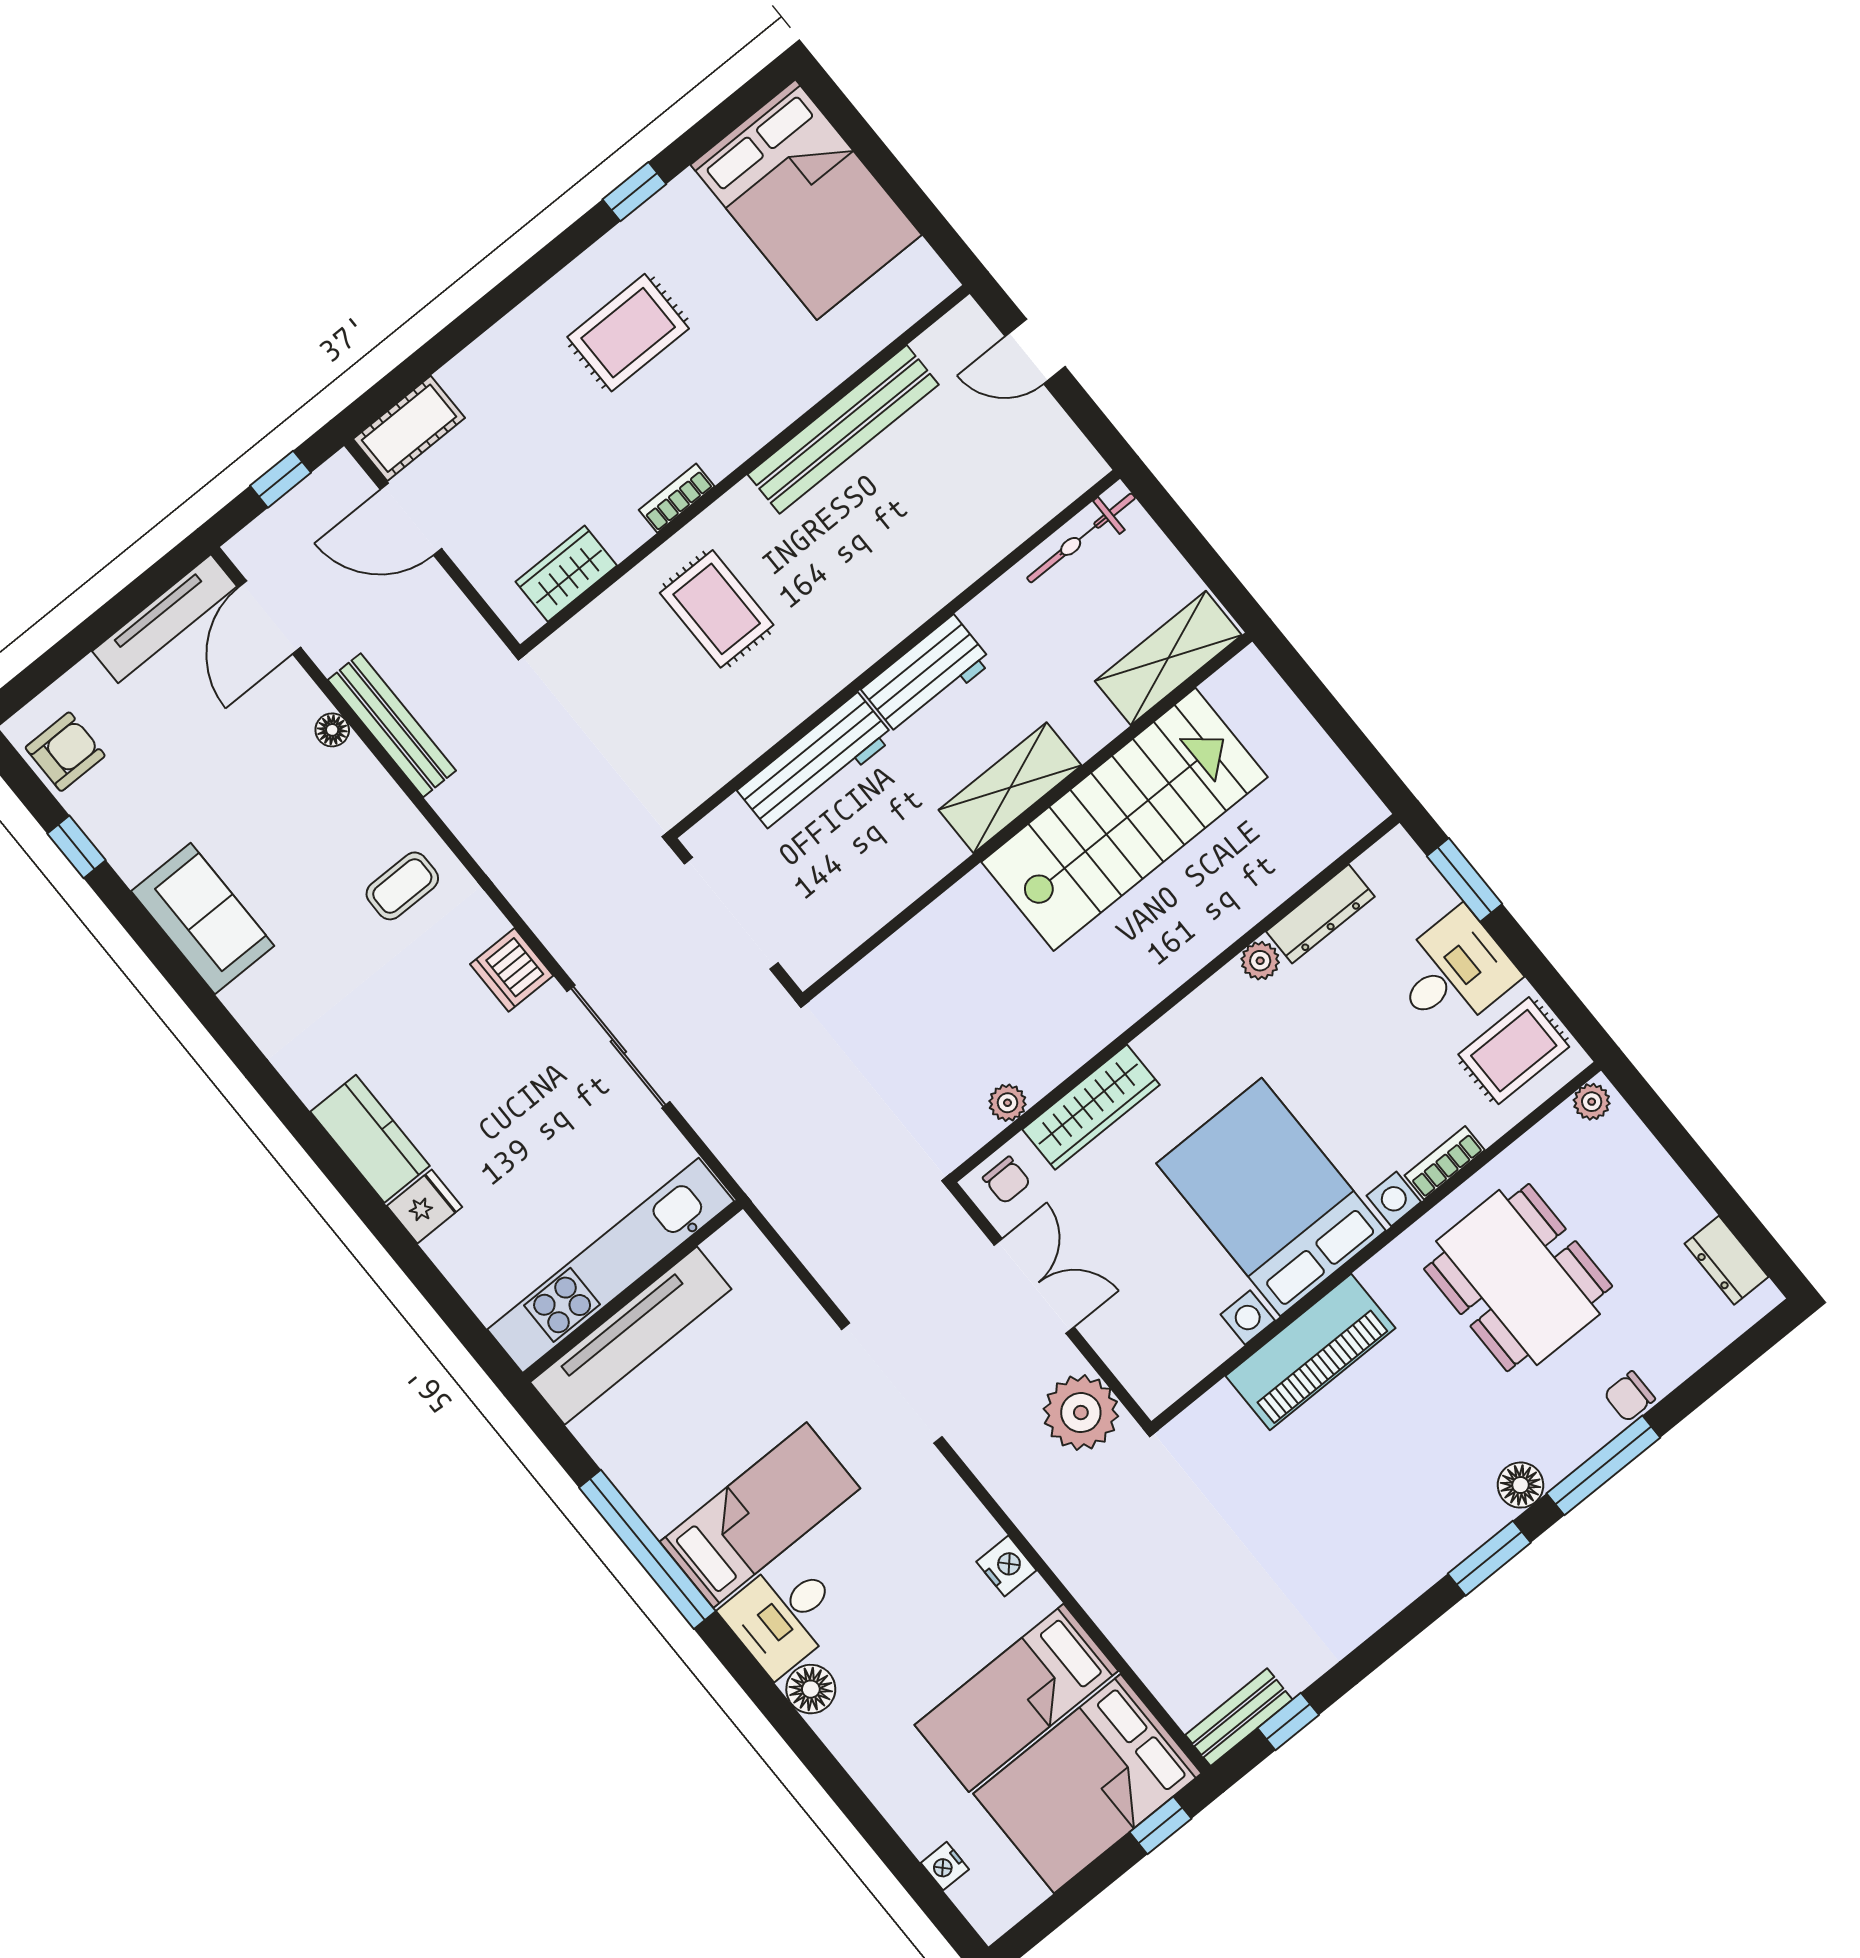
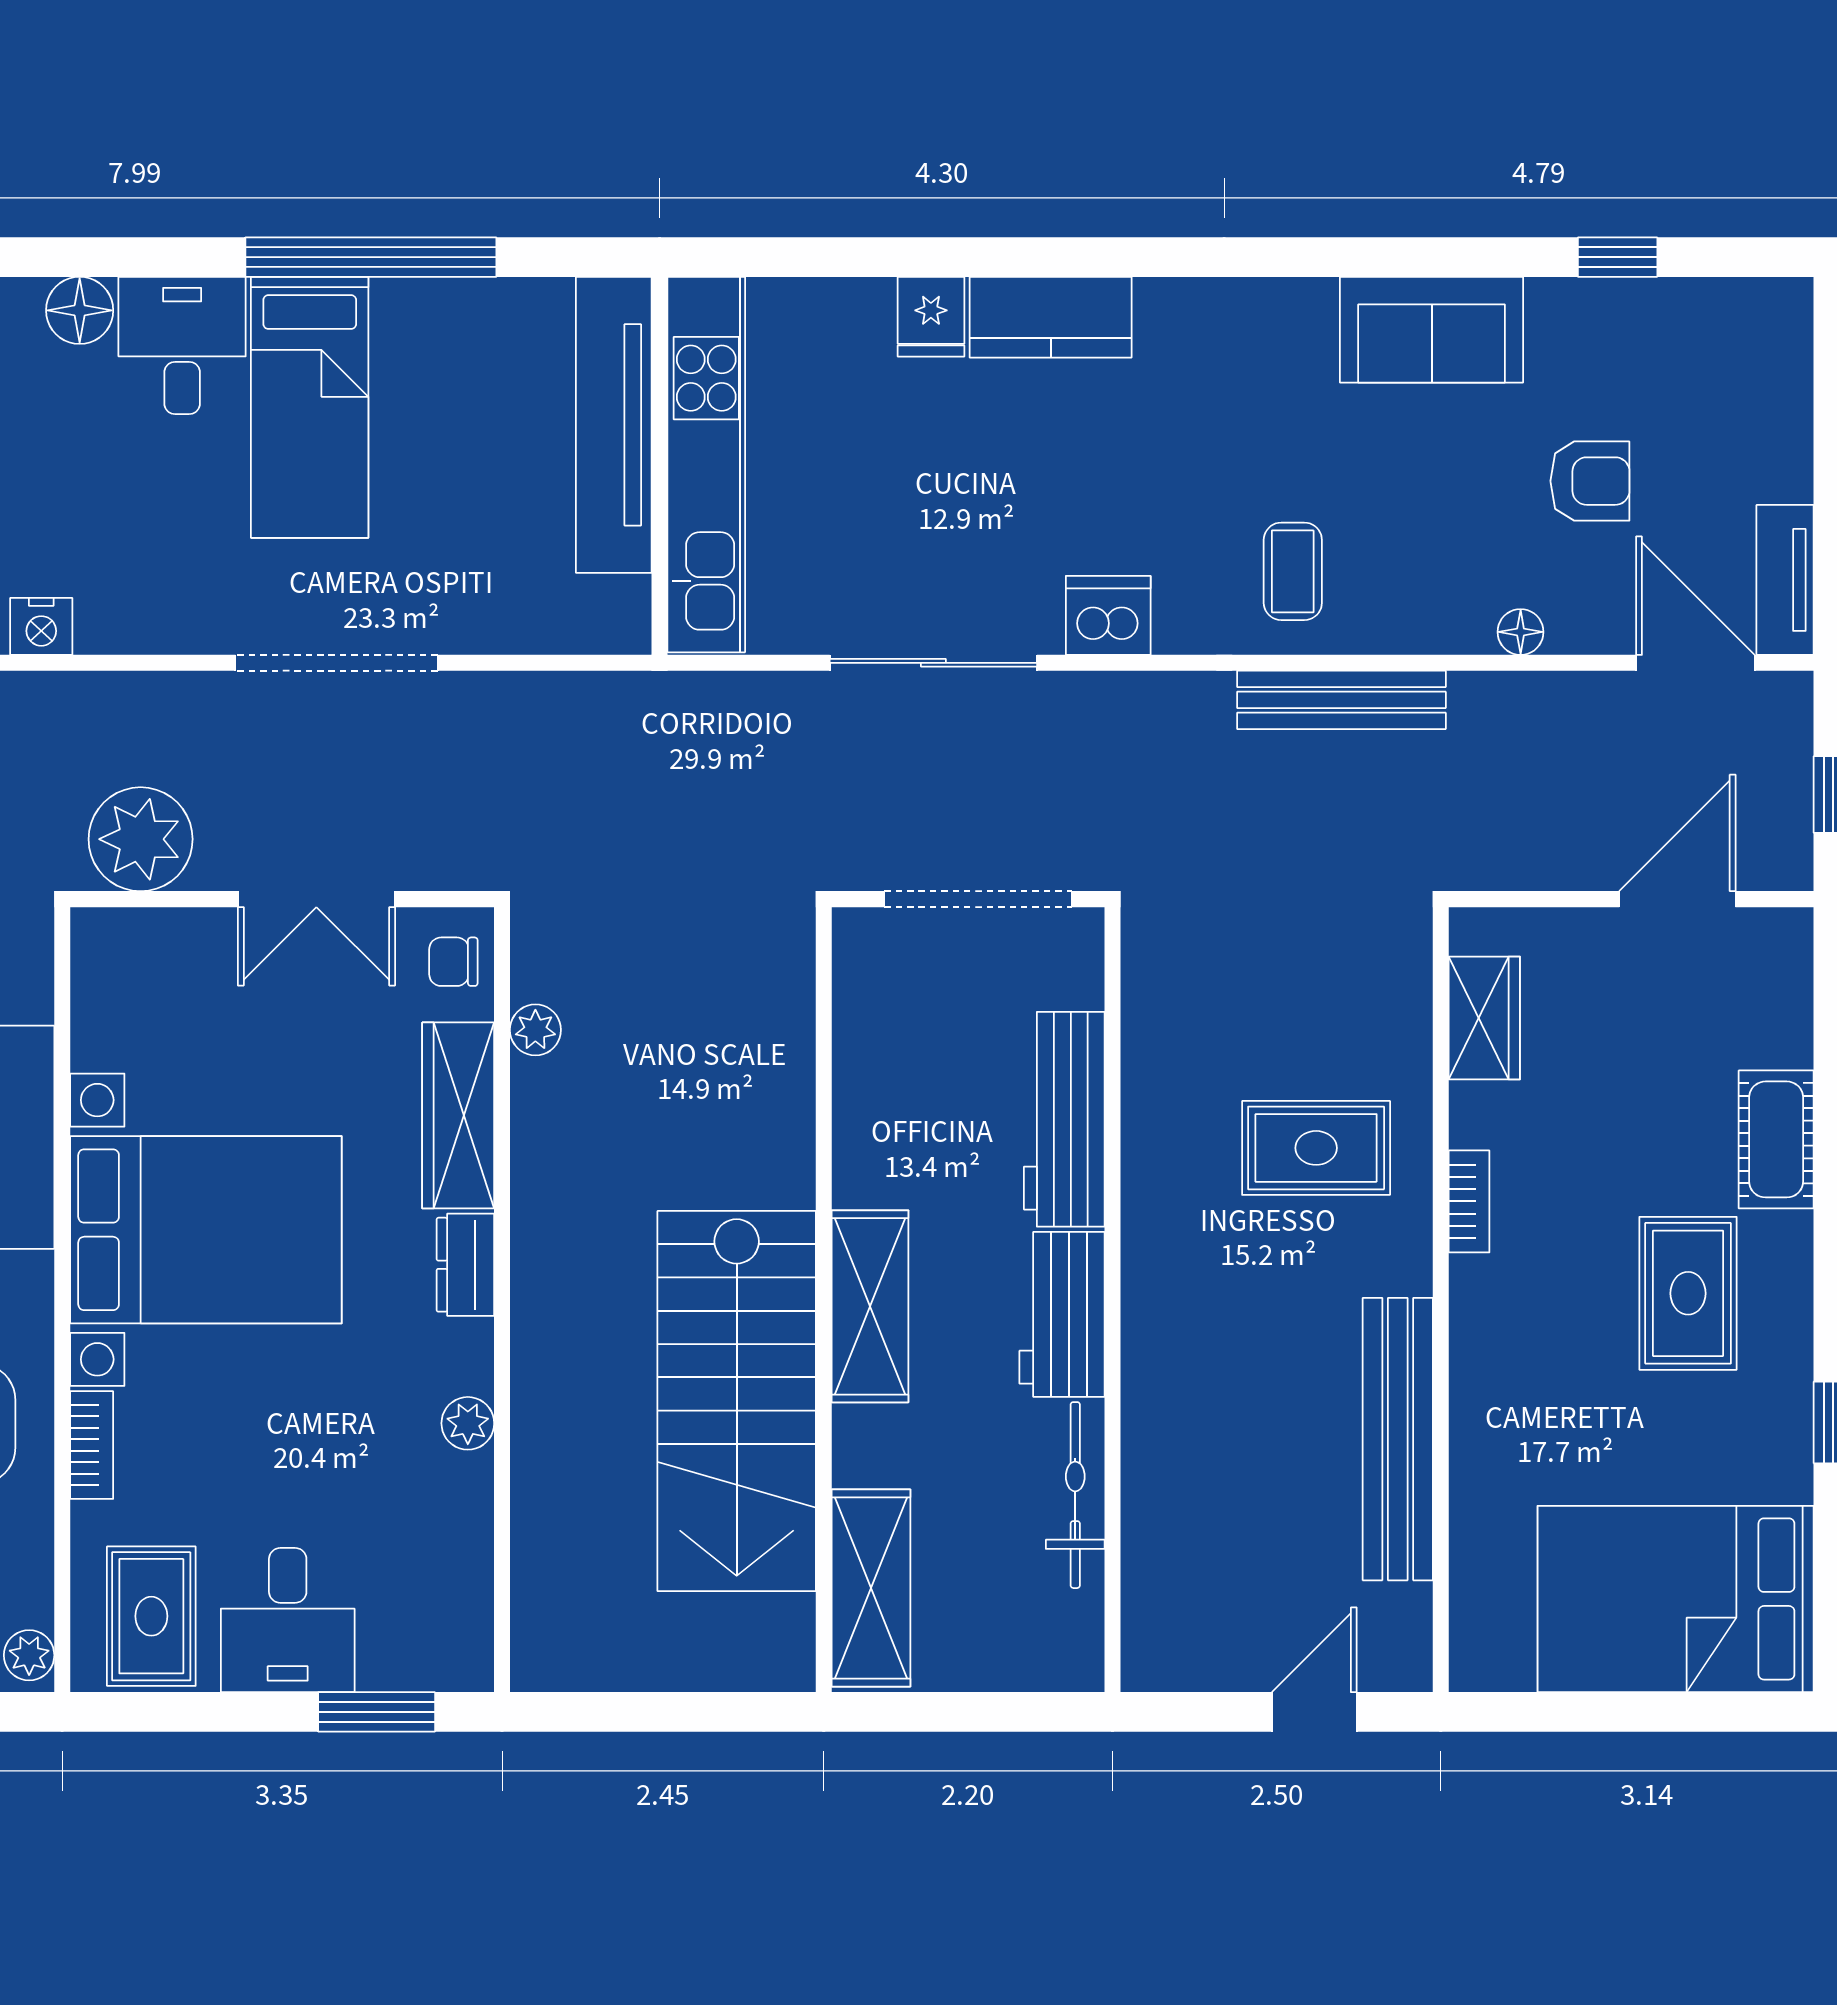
cot: (409, 428) -> (1776, 1139), moved
bicycle: (1081, 538) -> (1075, 1495), moved
tv unit: (164, 619) -> (1785, 580), width x0.71
bench: (392, 725) -> (1341, 700), moved
armchair: (65, 752) -> (1590, 481), moved, turned -90
dresser: (1320, 914) -> (465, 1265), moved, width x0.70

